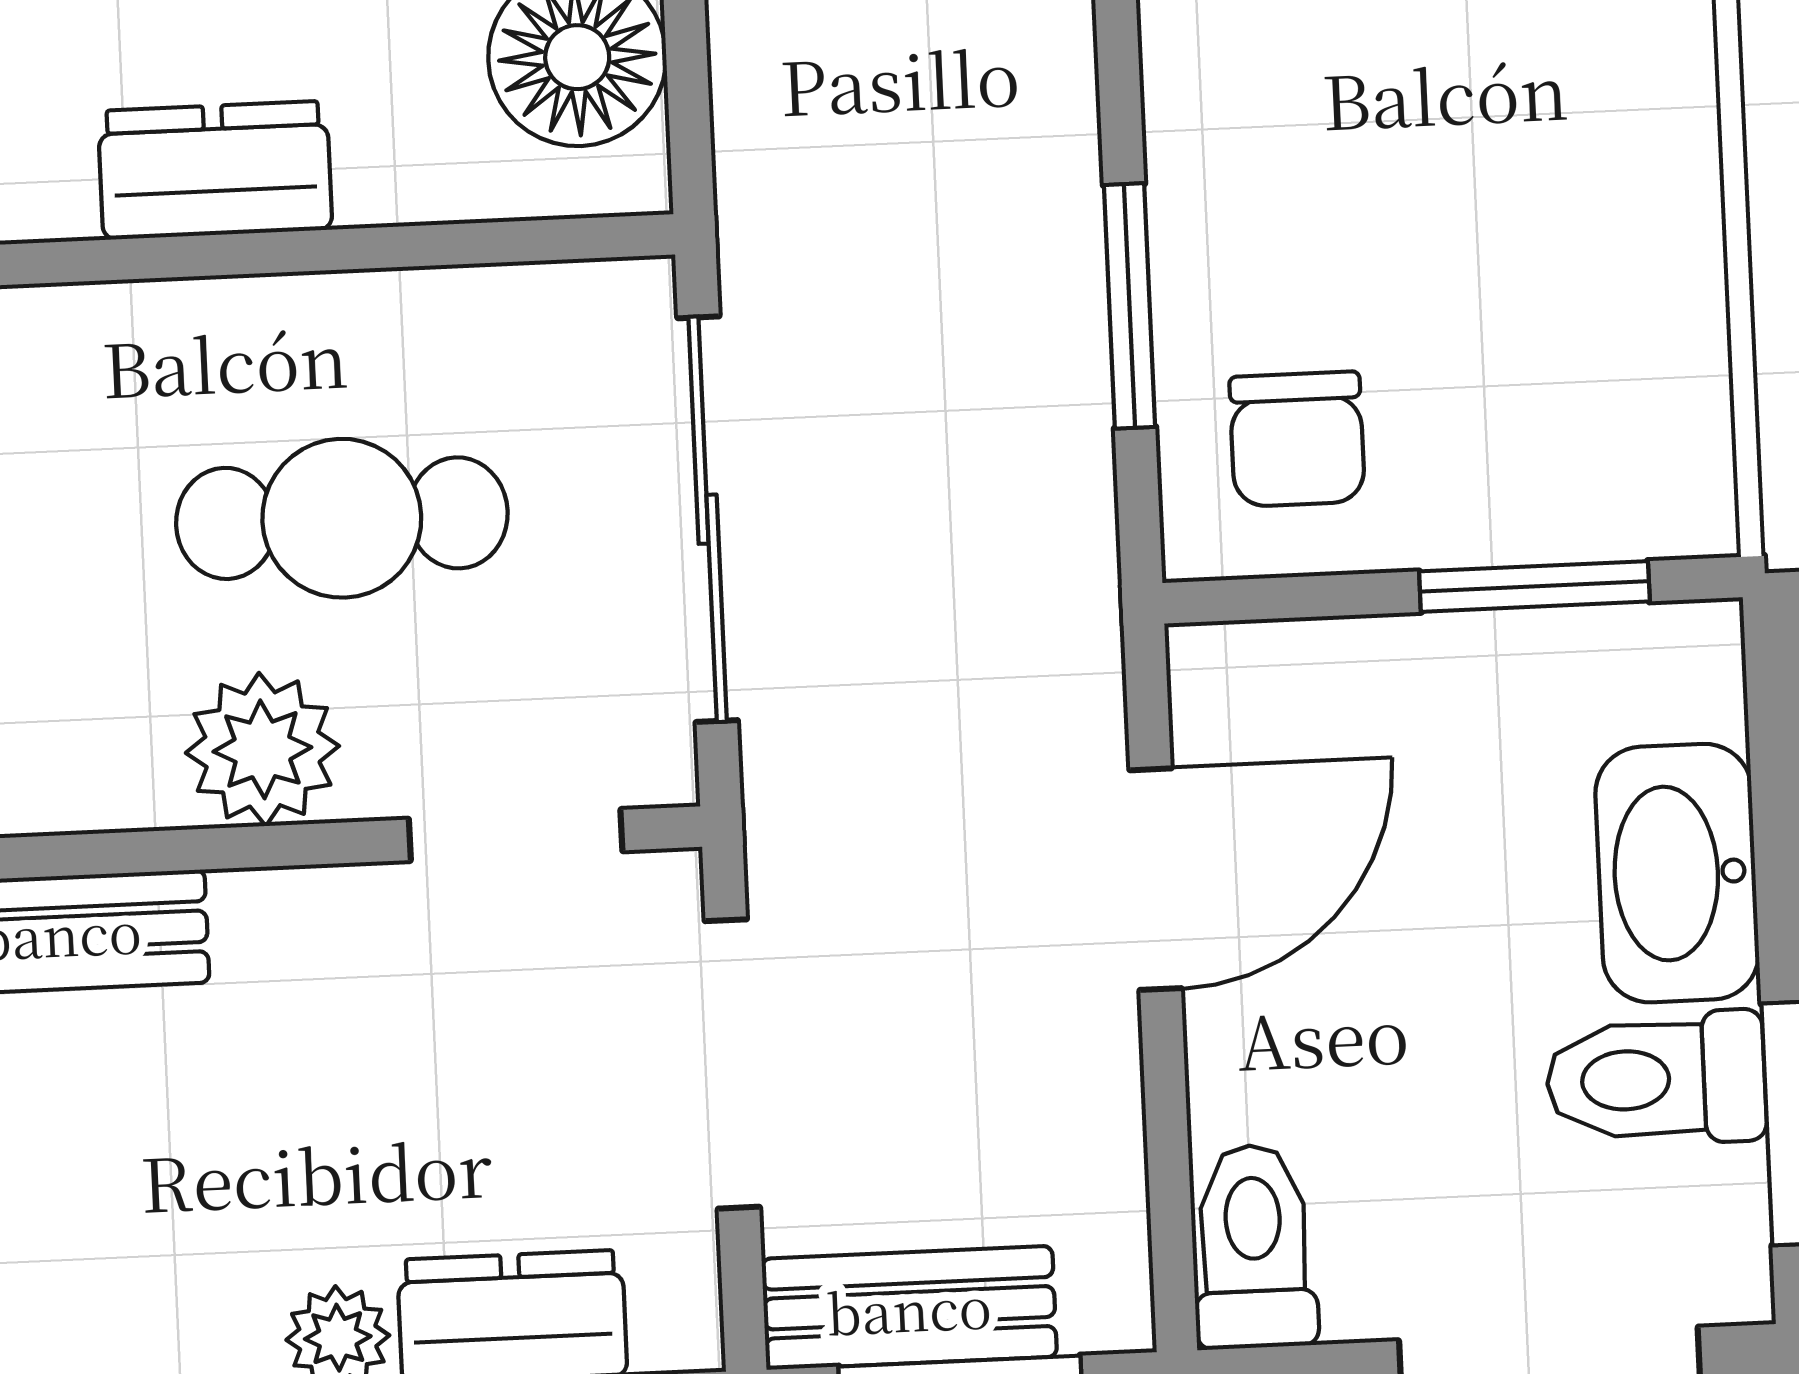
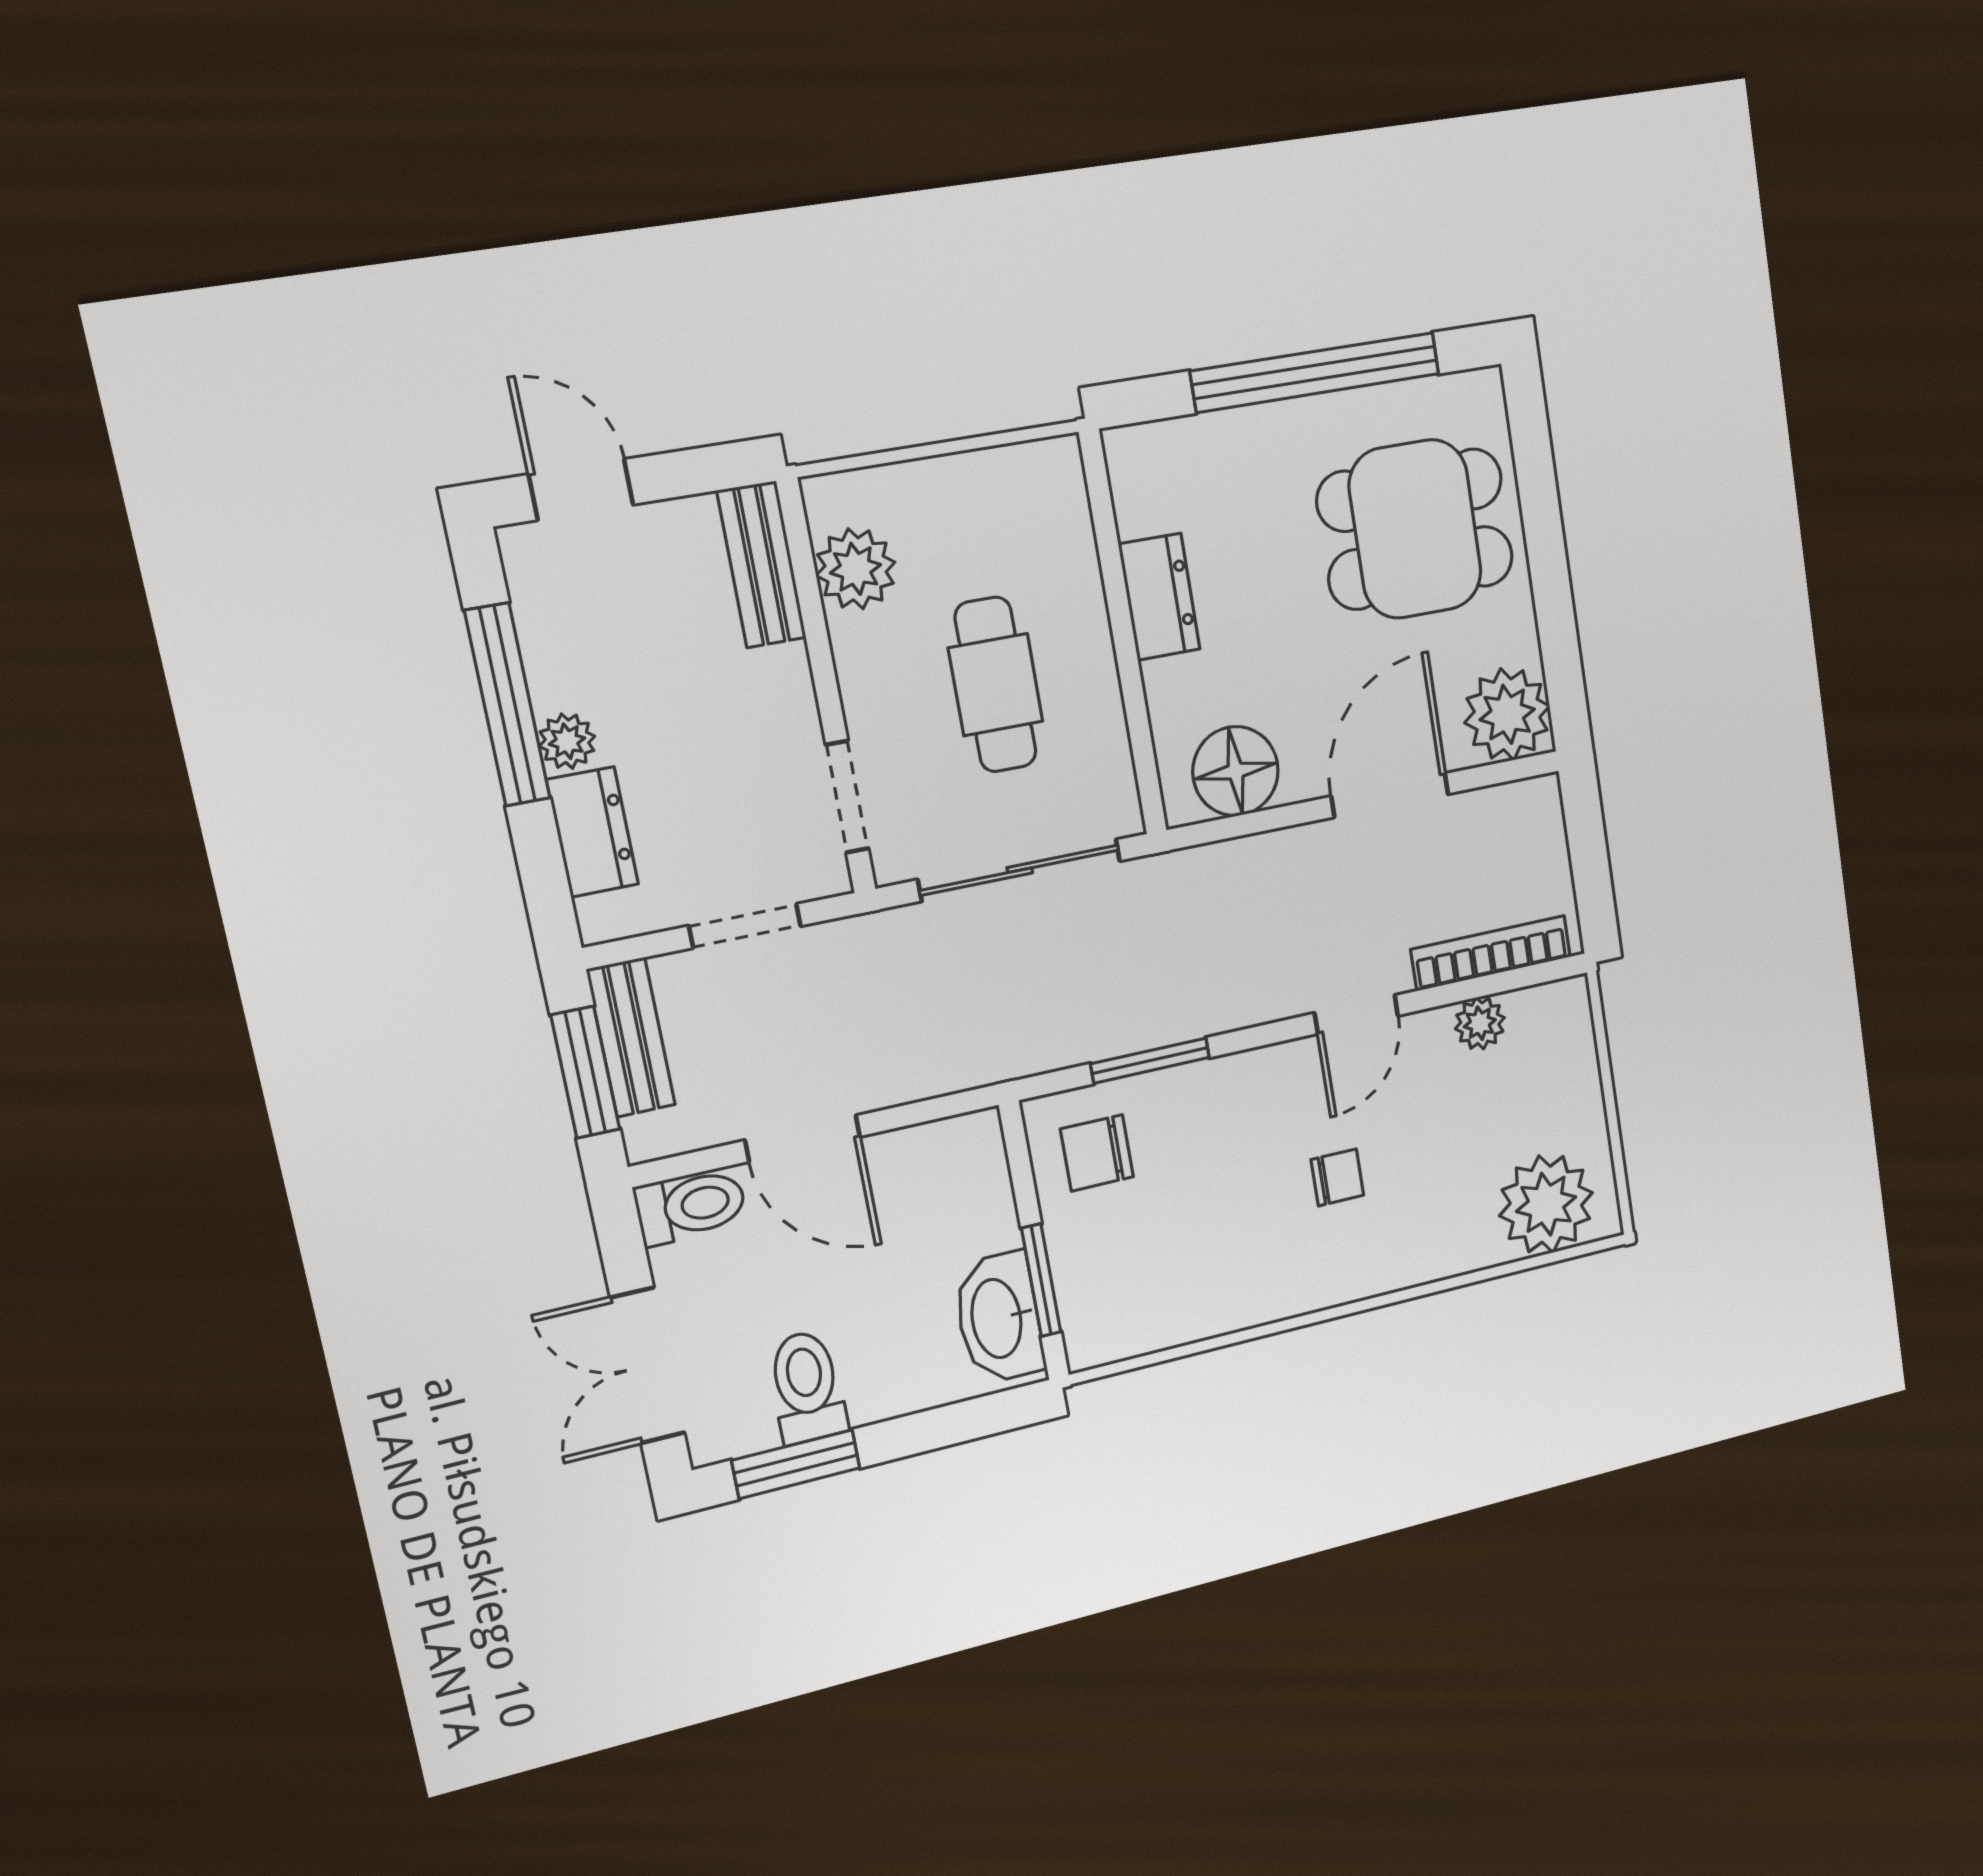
plant: (262, 749) -> (856, 569), moved
washbasin: (1677, 873) -> (999, 1318), moved, turned -90
door: (1156, 879) -> (803, 1138), moved
doorway: (732, 1064) -> (745, 926), width x0.73

